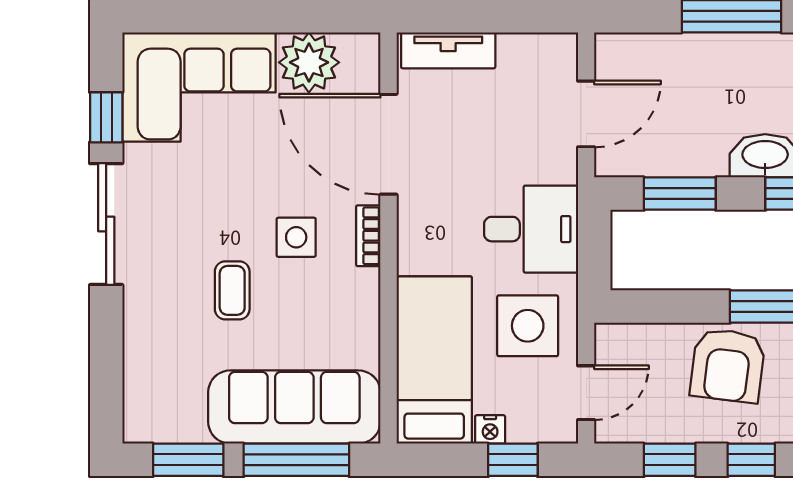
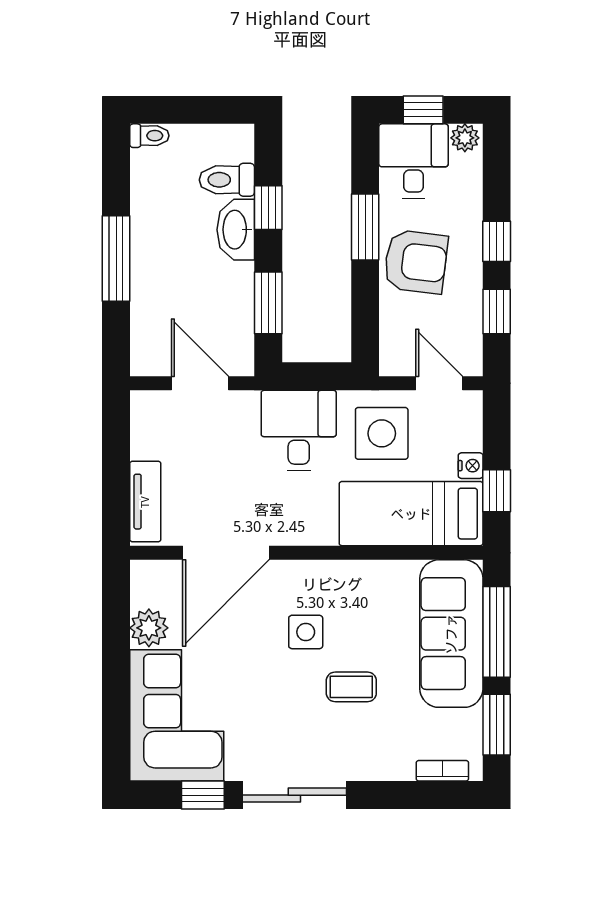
plant: (309, 62) -> (149, 628), width x0.73, depth x0.73
bookcase: (368, 236) -> (442, 771), moved, turned 180
window: (513, 460) -> (497, 491), moved

